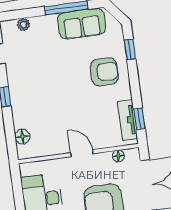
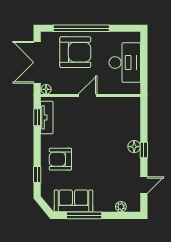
floor lamp: (22, 137) -> (134, 147), moved
door: (82, 153) -> (88, 96), swing flipped
floor lamp: (118, 156) -> (46, 89), moved

